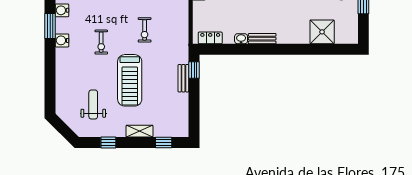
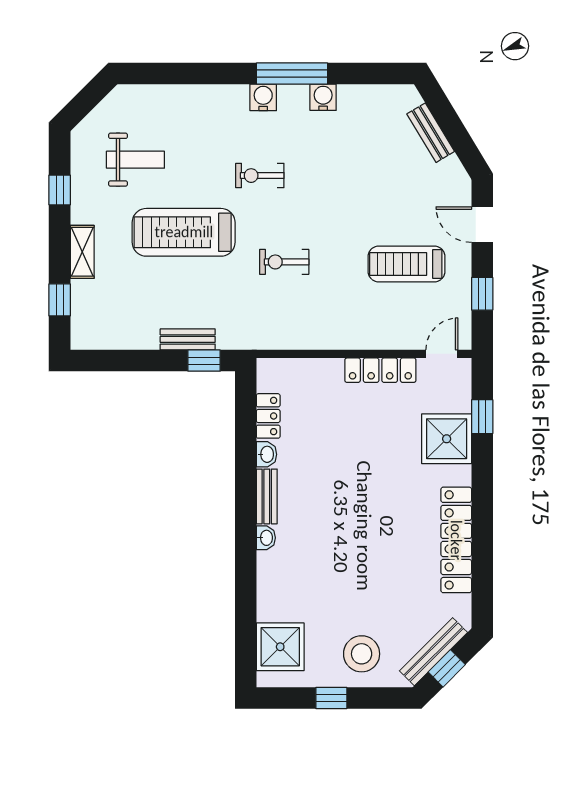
window: (50, 26) -> (292, 74), width x1.44
shower: (322, 32) -> (280, 647), moved
locker: (210, 38) -> (268, 416), moved
washbasin: (283, 39) -> (266, 538), added

